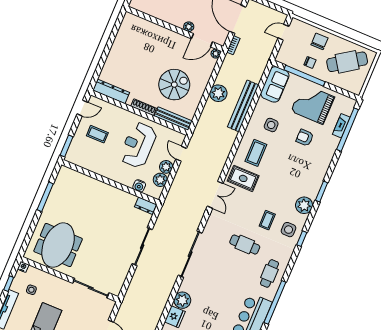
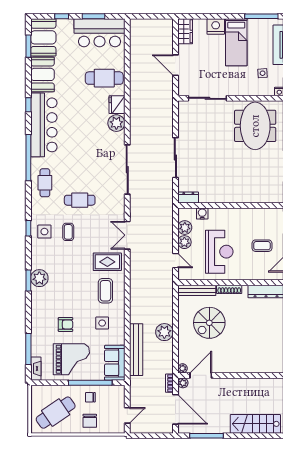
plant: (189, 27) -> (183, 383), moved
bench: (243, 106) -> (136, 350), moved
fireplace: (341, 126) -> (36, 369), moved
window: (348, 130) -> (28, 349), width x0.68
plant: (304, 205) -> (39, 278), moved

